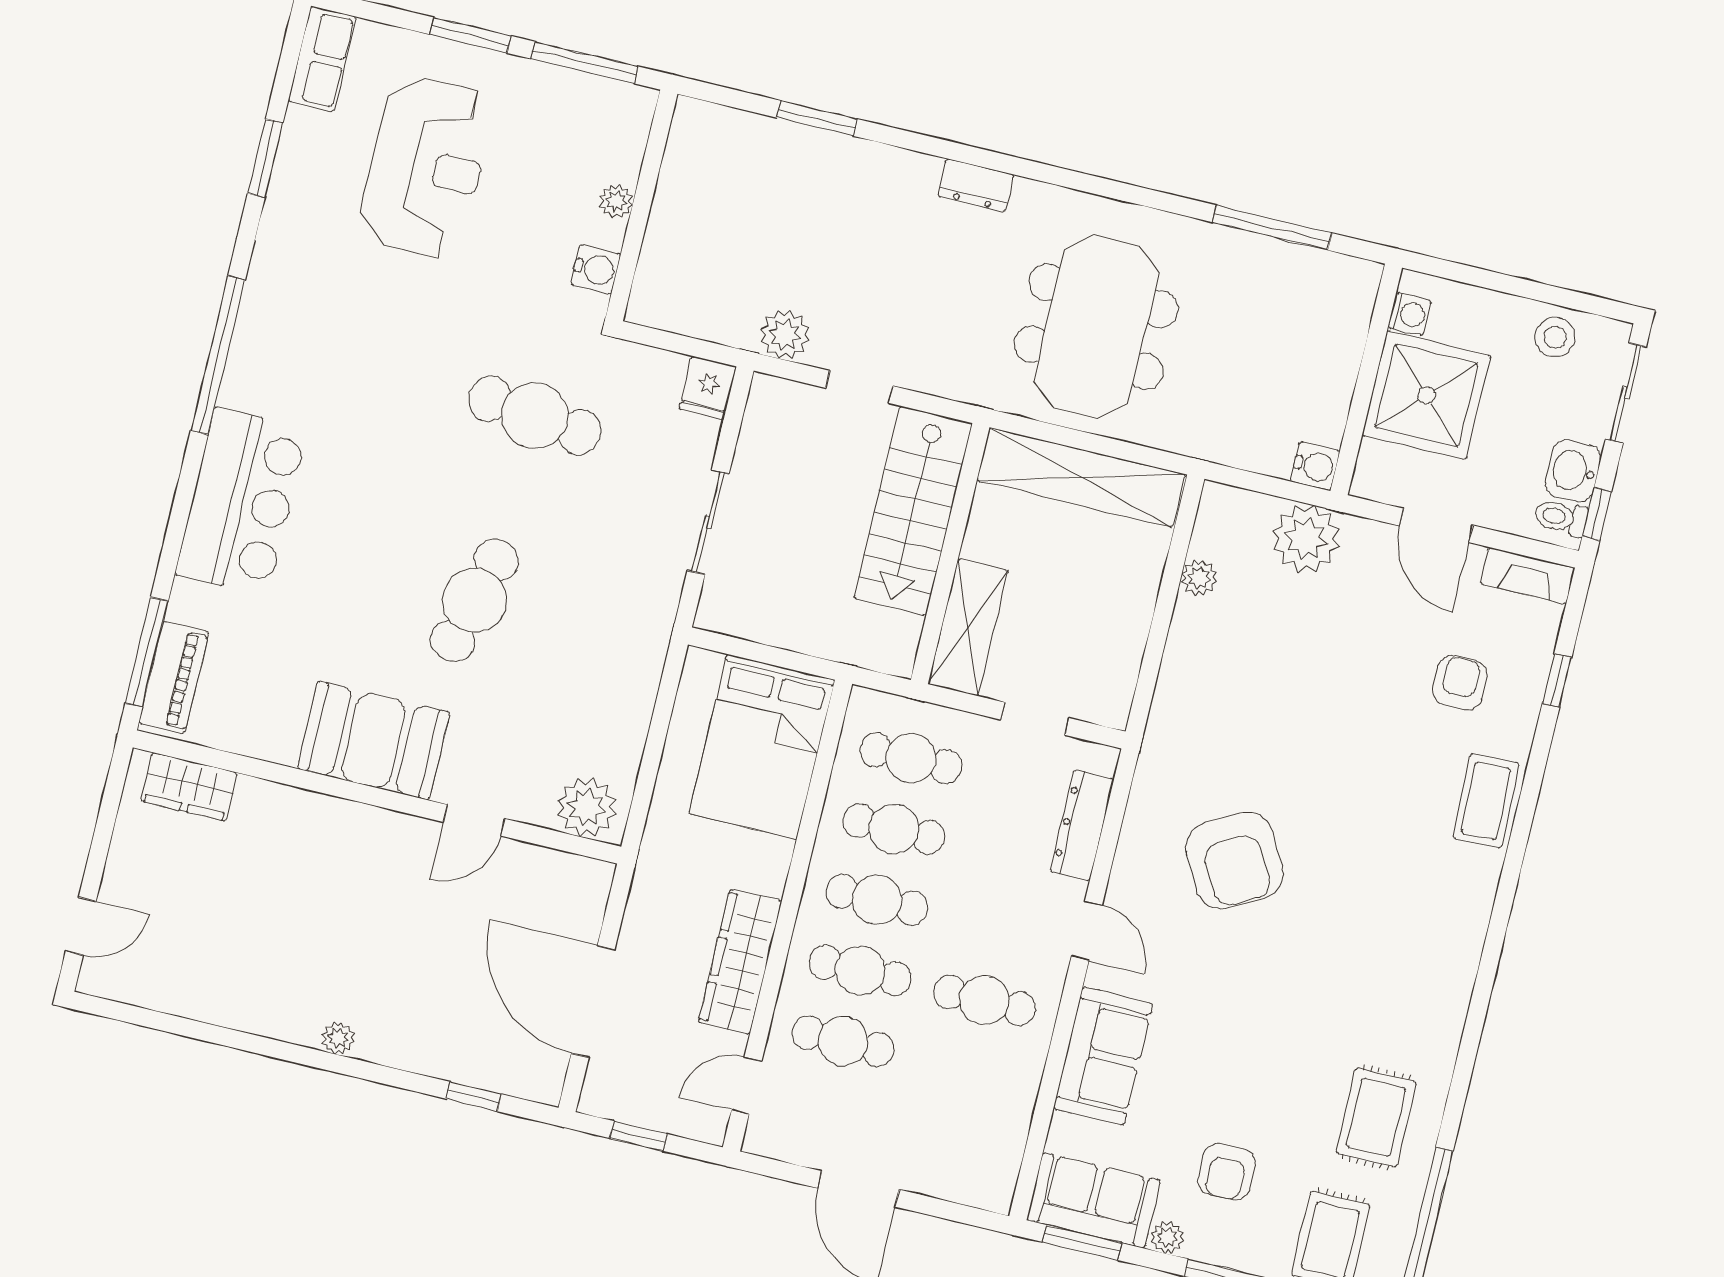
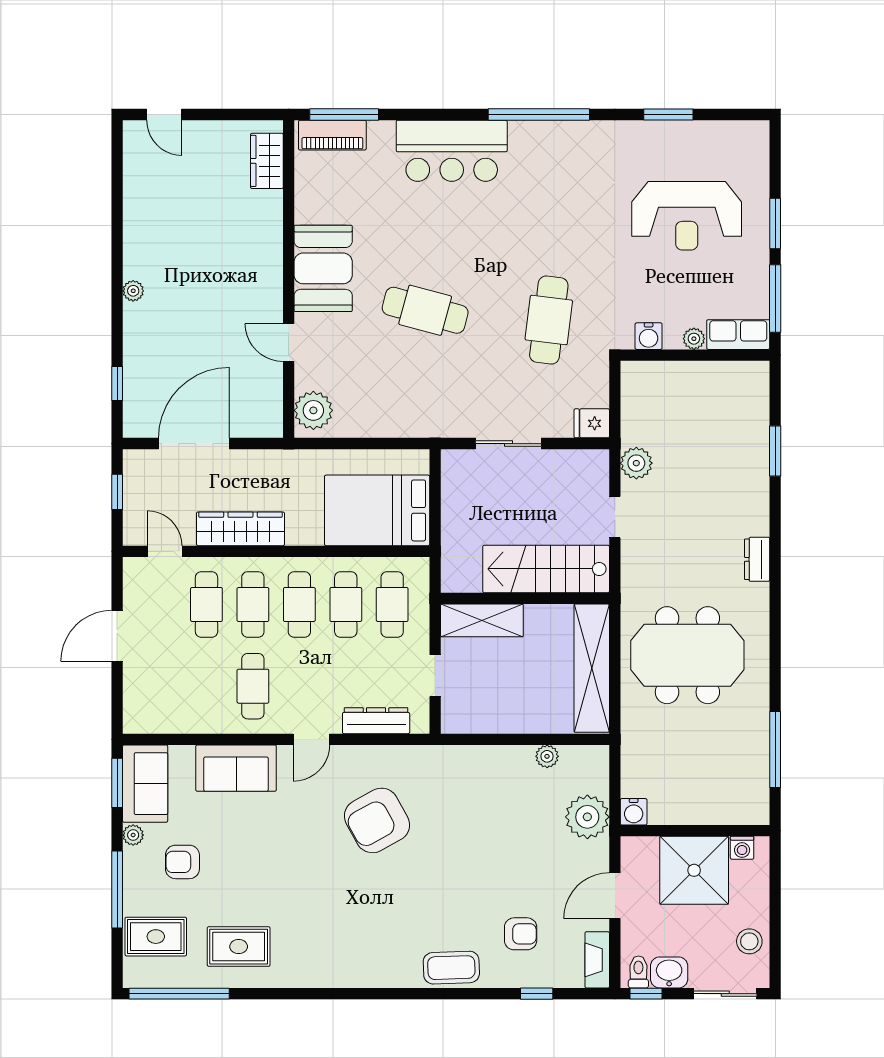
row of seats: (322, 59) -> (738, 335), moved, turned 180

